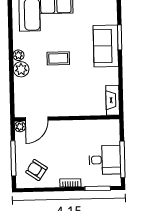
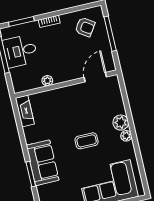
plant: (20, 127) -> (47, 81), moved

